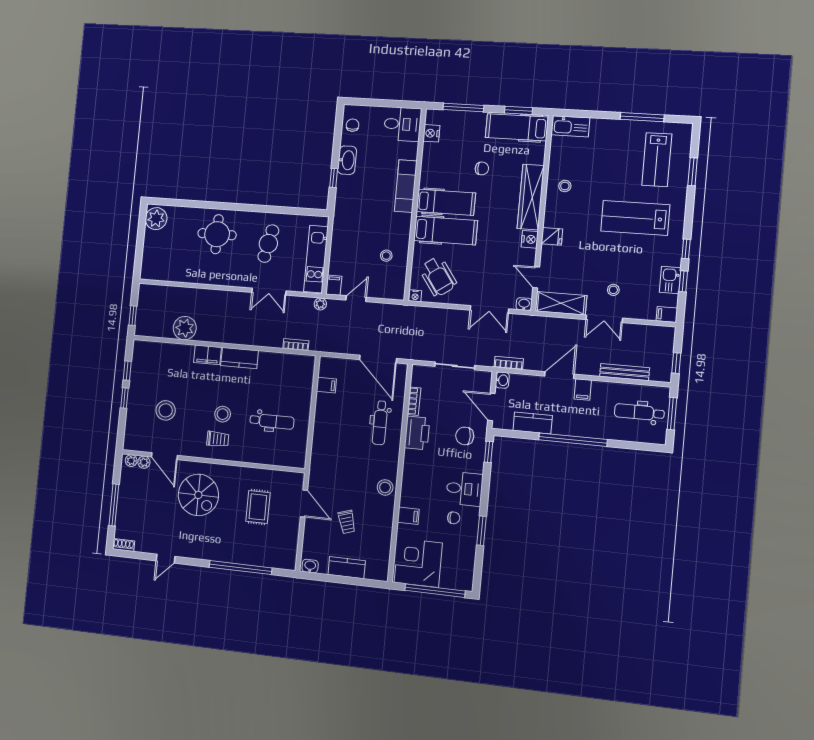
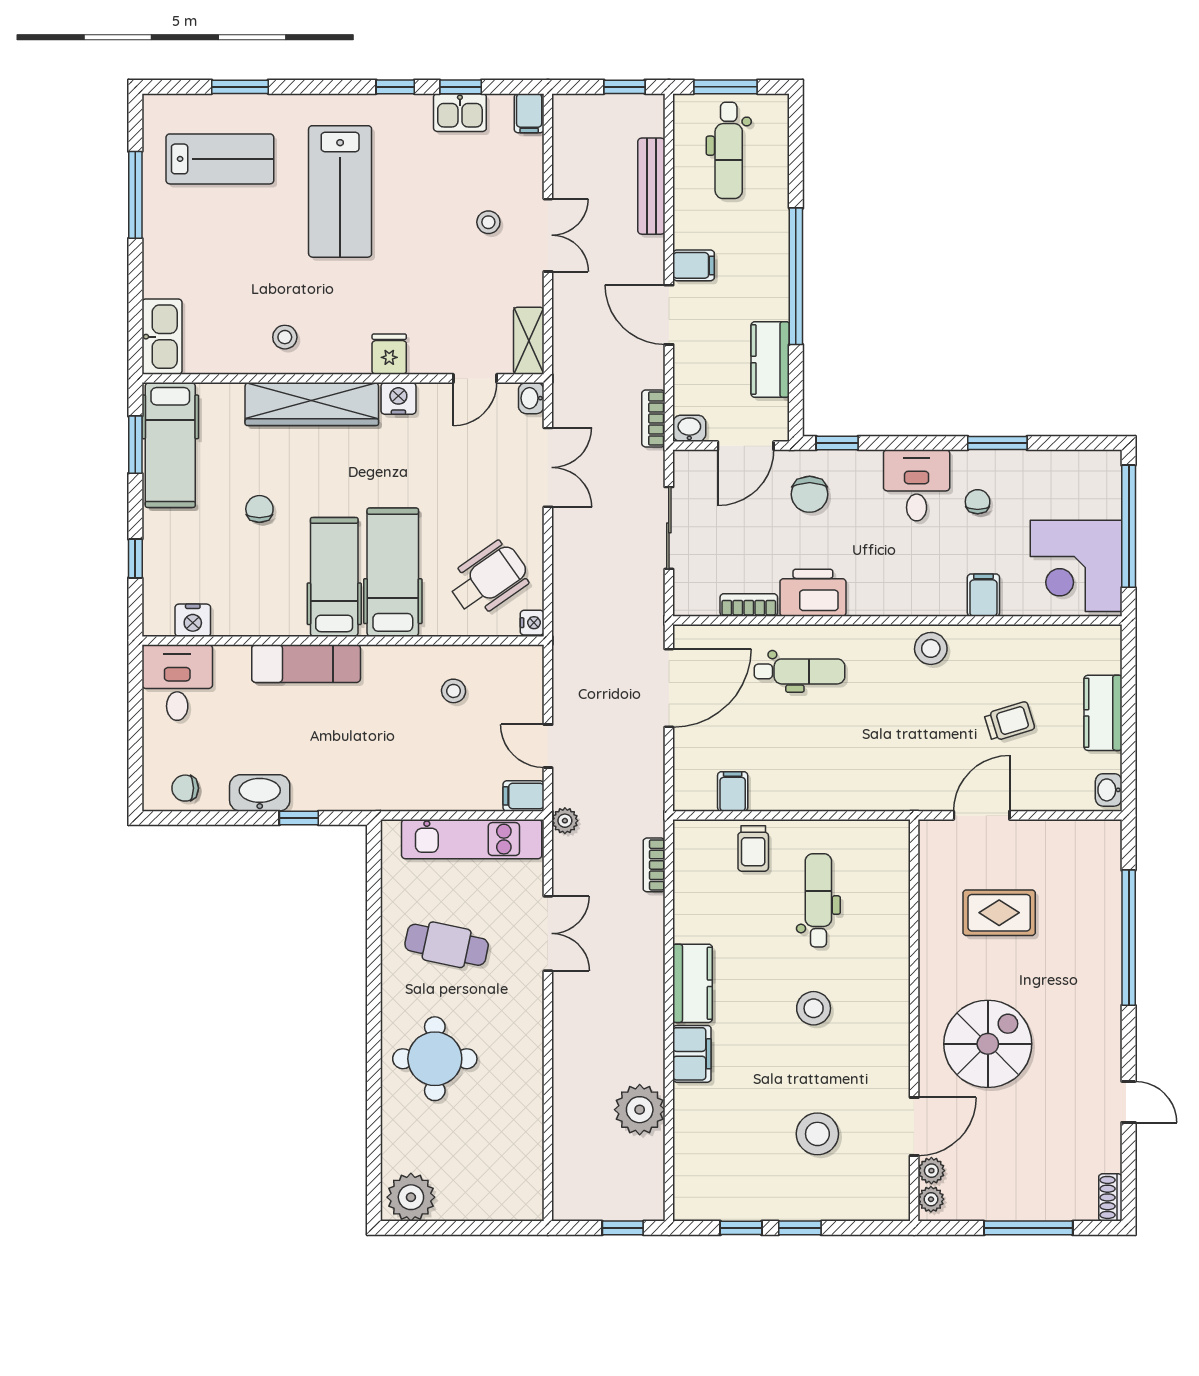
window: (463, 107) -> (135, 559), width x0.46
shelving: (561, 303) -> (529, 341), width x0.67, depth x0.75
trolley: (218, 439) -> (753, 848), moved, turned 180

